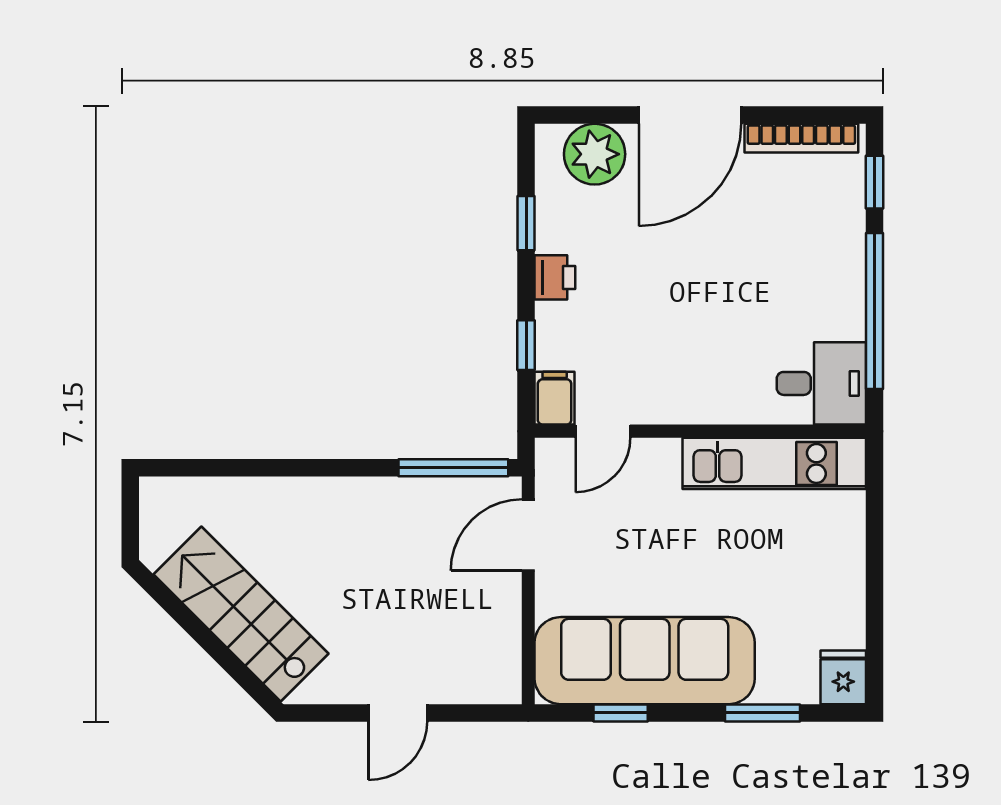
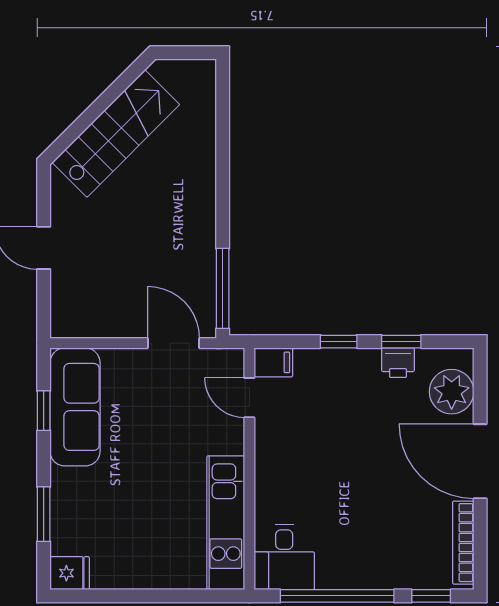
printer: (555, 277) -> (398, 363), moved
window: (526, 345) -> (339, 342), moved
sofa: (645, 661) -> (75, 407), width x0.74, depth x0.79

